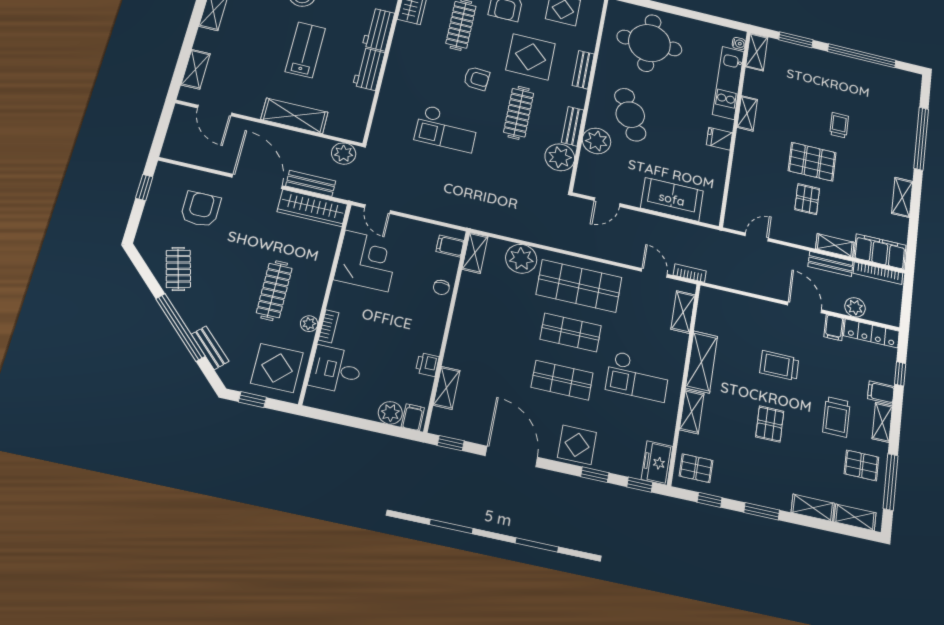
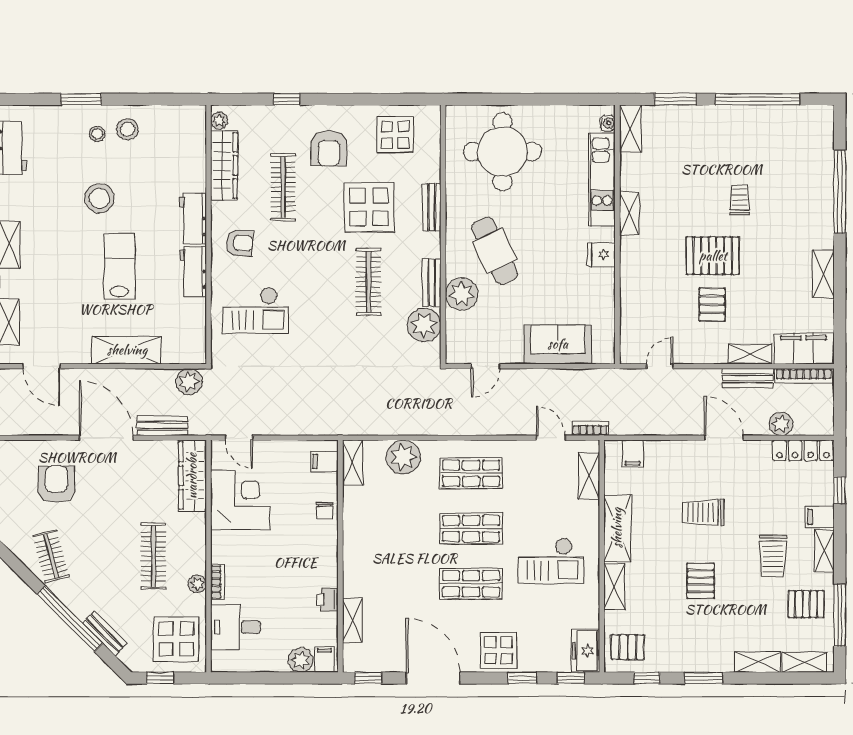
armchair: (477, 78) -> (240, 243), moved
checkout: (447, 129) -> (256, 310), moved
wardrobe: (312, 208) -> (192, 476), moved, turned 90
shop shelf: (579, 286) -> (471, 473), width x0.70, depth x0.74
filing cabinet: (834, 328) -> (633, 454), moved

